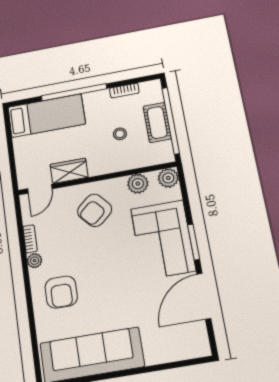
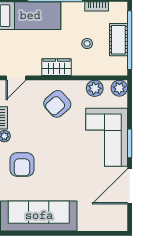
wardrobe: (69, 171) -> (56, 67), moved

